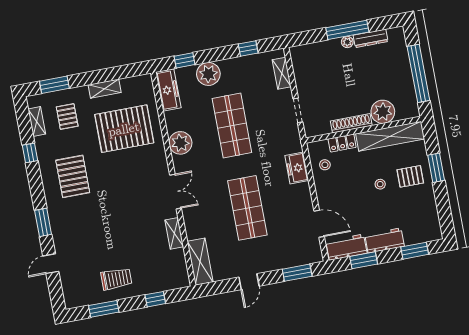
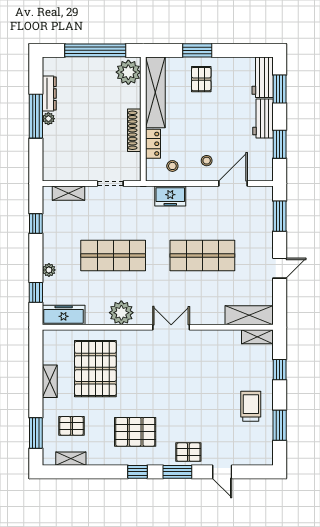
plant: (208, 74) -> (49, 270), width x0.53, depth x0.53
plant: (383, 112) -> (128, 72), moved
window: (30, 153) -> (138, 472), moved
stool: (380, 184) -> (207, 161), moved
pallet: (63, 229) -> (188, 452), added
shelving: (174, 233) -> (257, 337), moved
workbench: (346, 247) -> (263, 77), moved
door: (249, 282) -> (280, 268), hinge flipped

